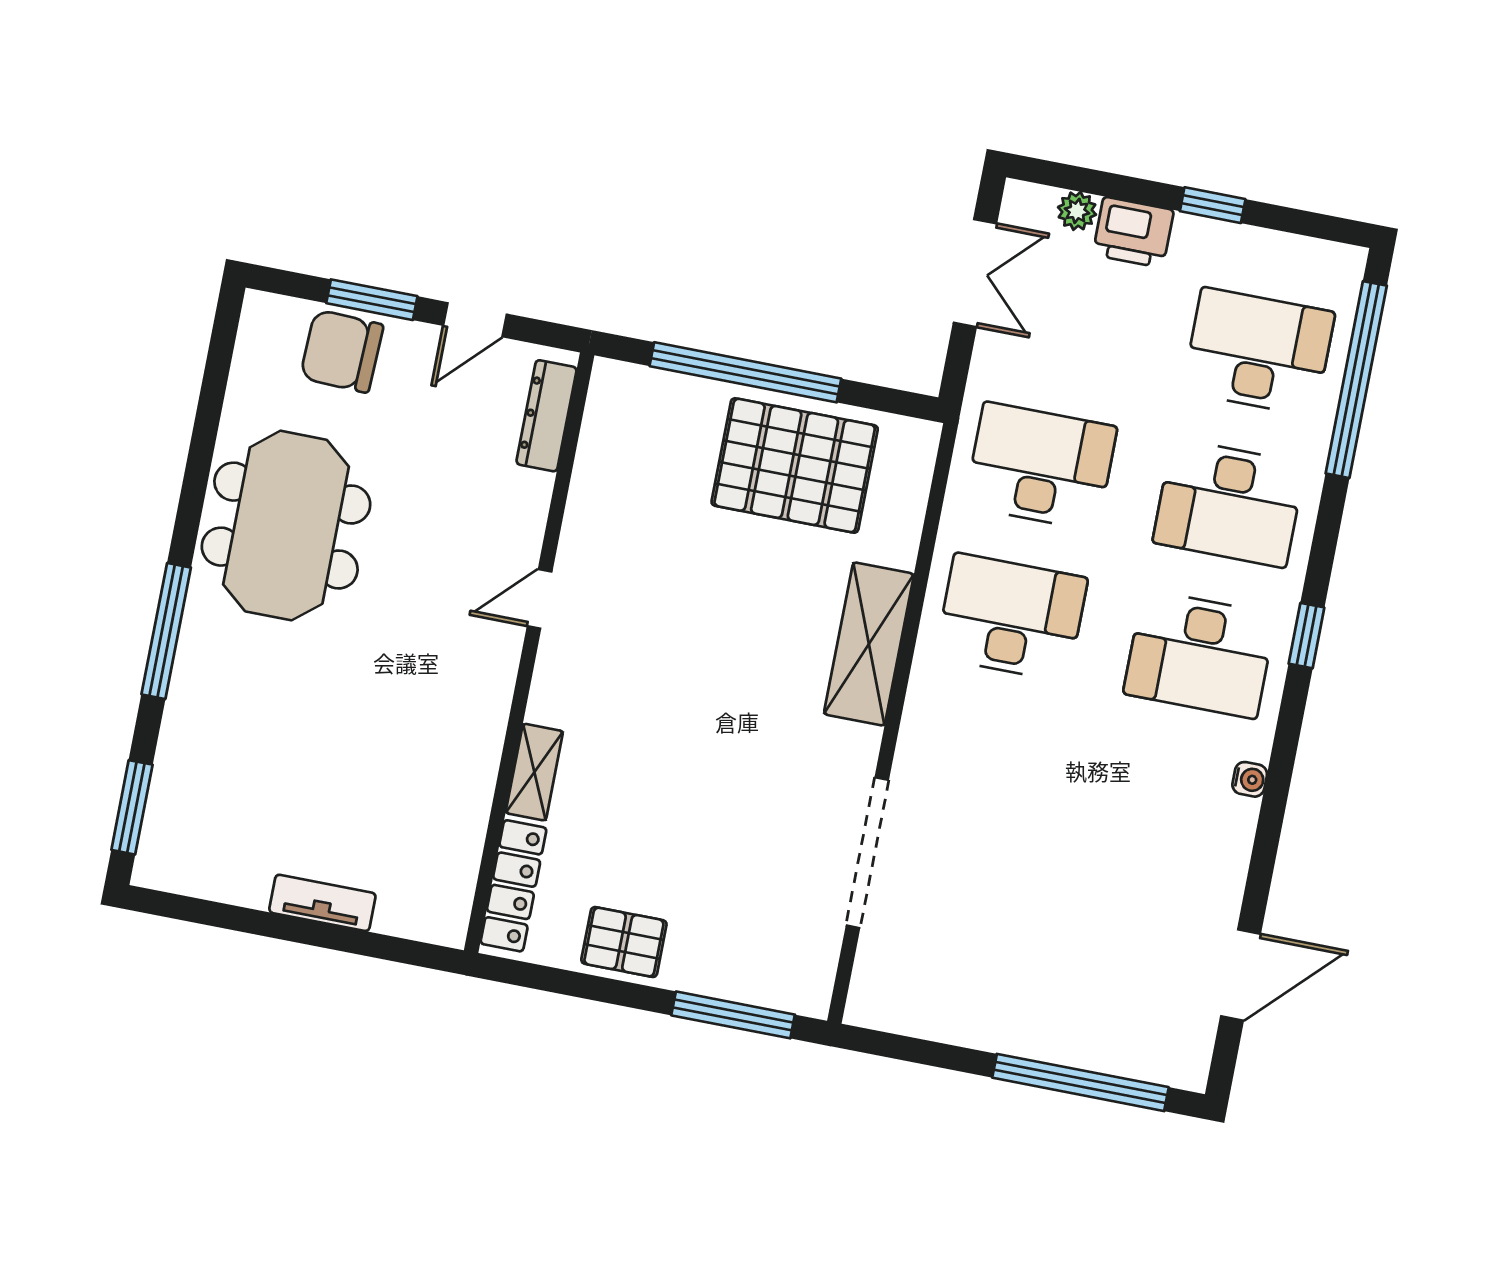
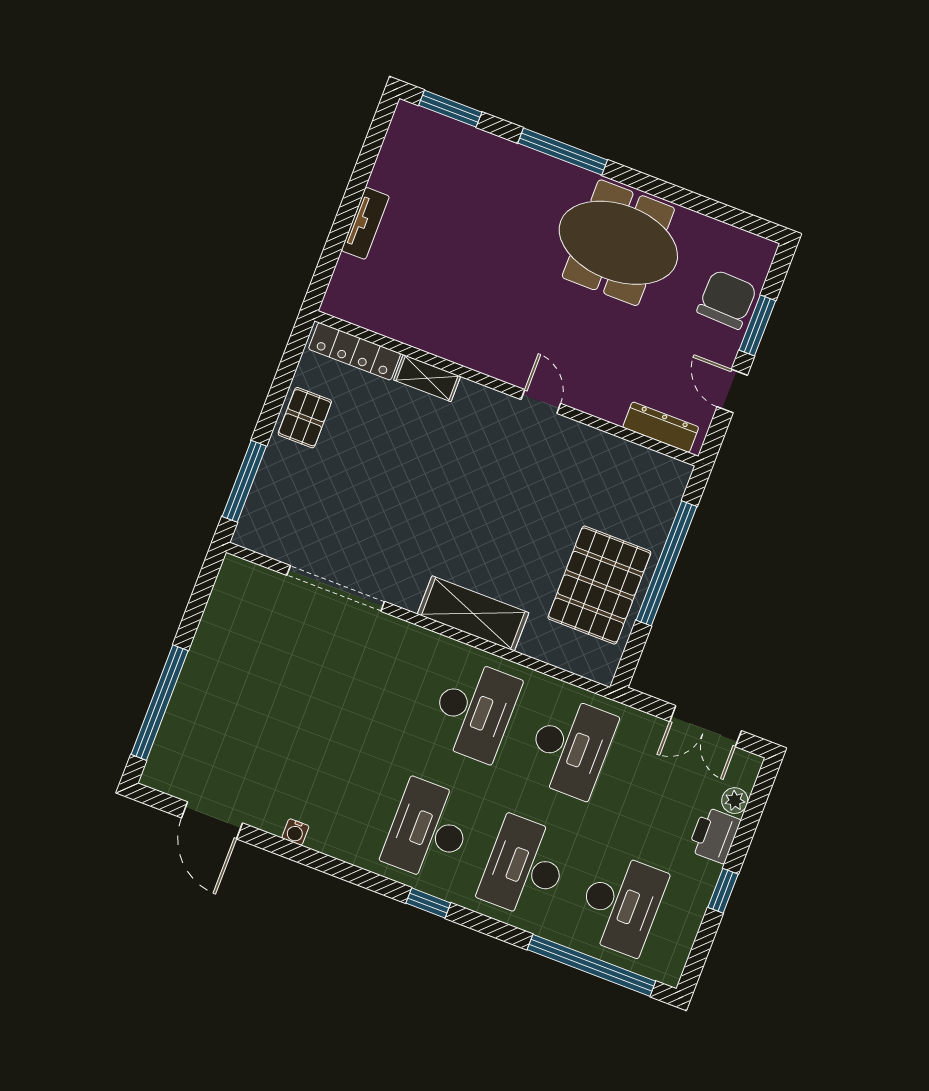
water cooler: (1250, 779) -> (295, 832), moved

